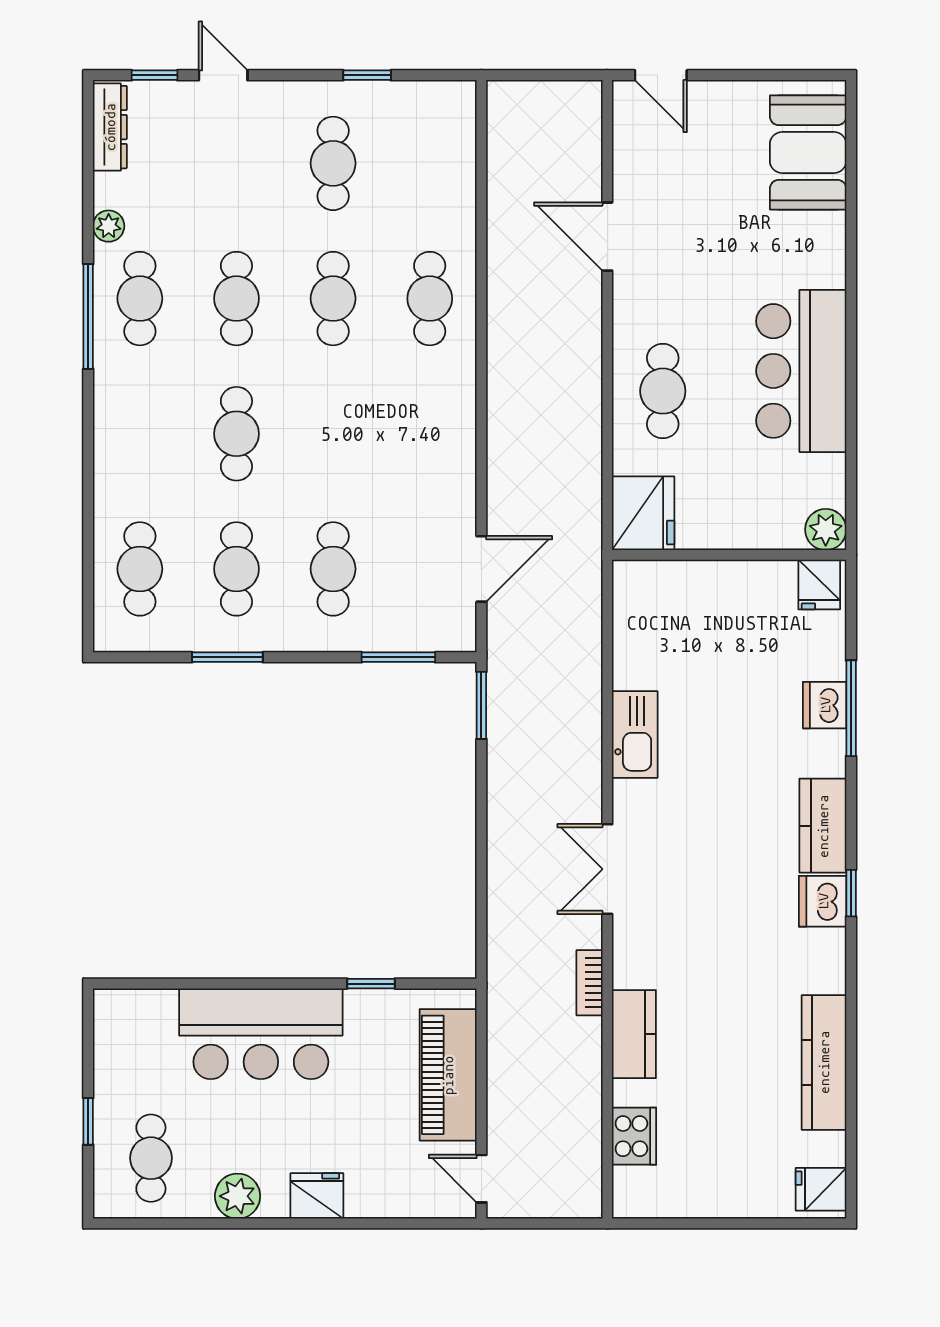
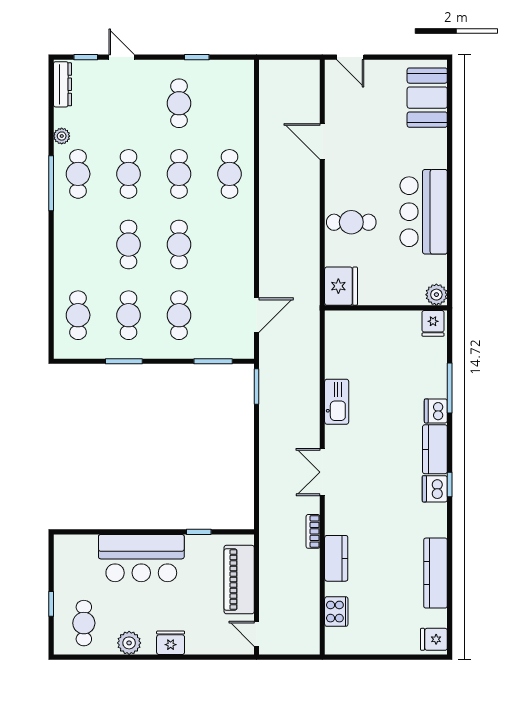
cafe table: (663, 391) -> (351, 222), turned 90
cafe table: (333, 434) -> (179, 245), added
dishwasher: (825, 705) -> (436, 411), moved

